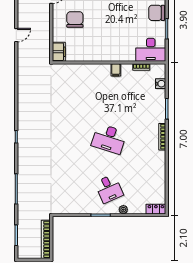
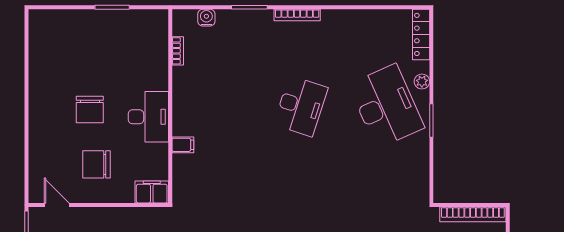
chair: (157, 13) -> (90, 109), moved
desk: (151, 50) -> (148, 117), moved
filing cabinet: (116, 70) -> (183, 145), moved
desk: (109, 189) -> (386, 106), width x1.87, depth x1.30
locker: (156, 209) -> (421, 34), width x1.53

